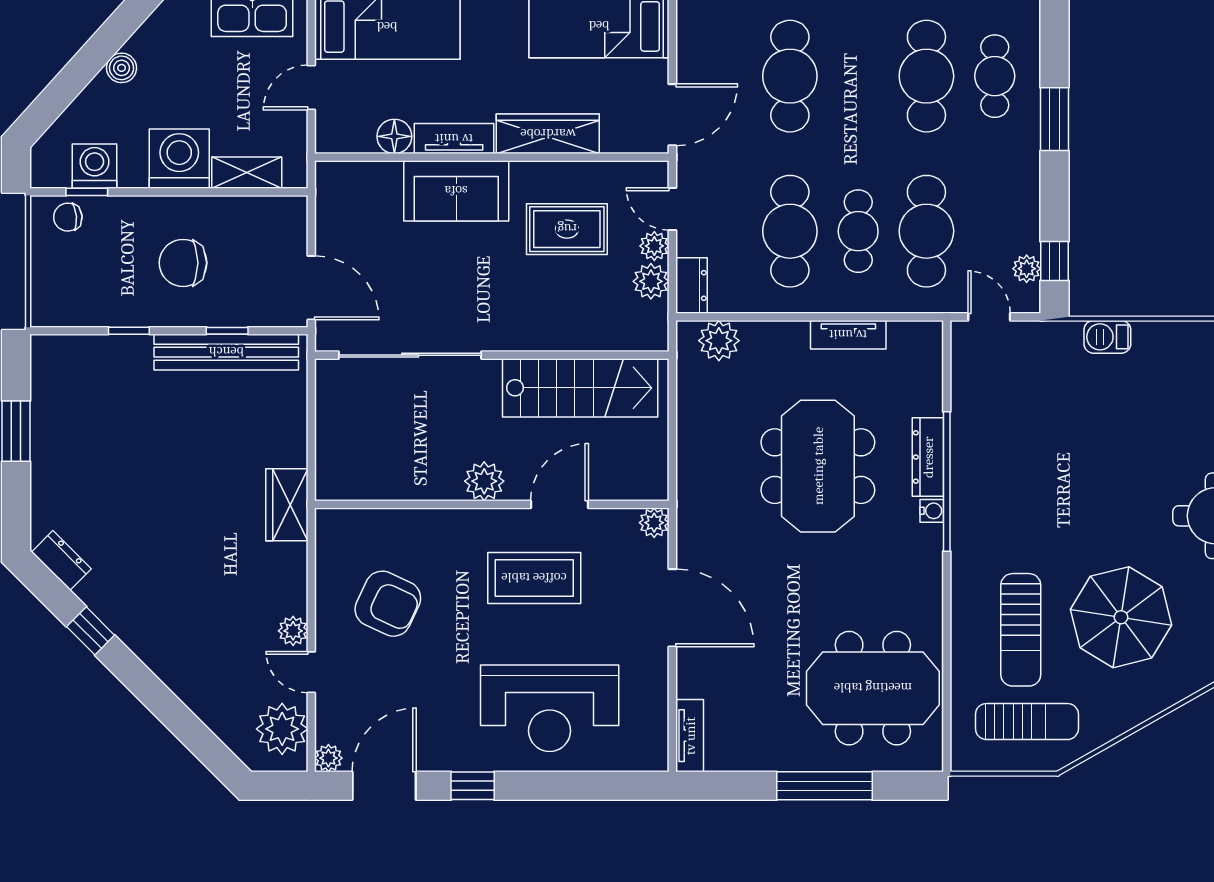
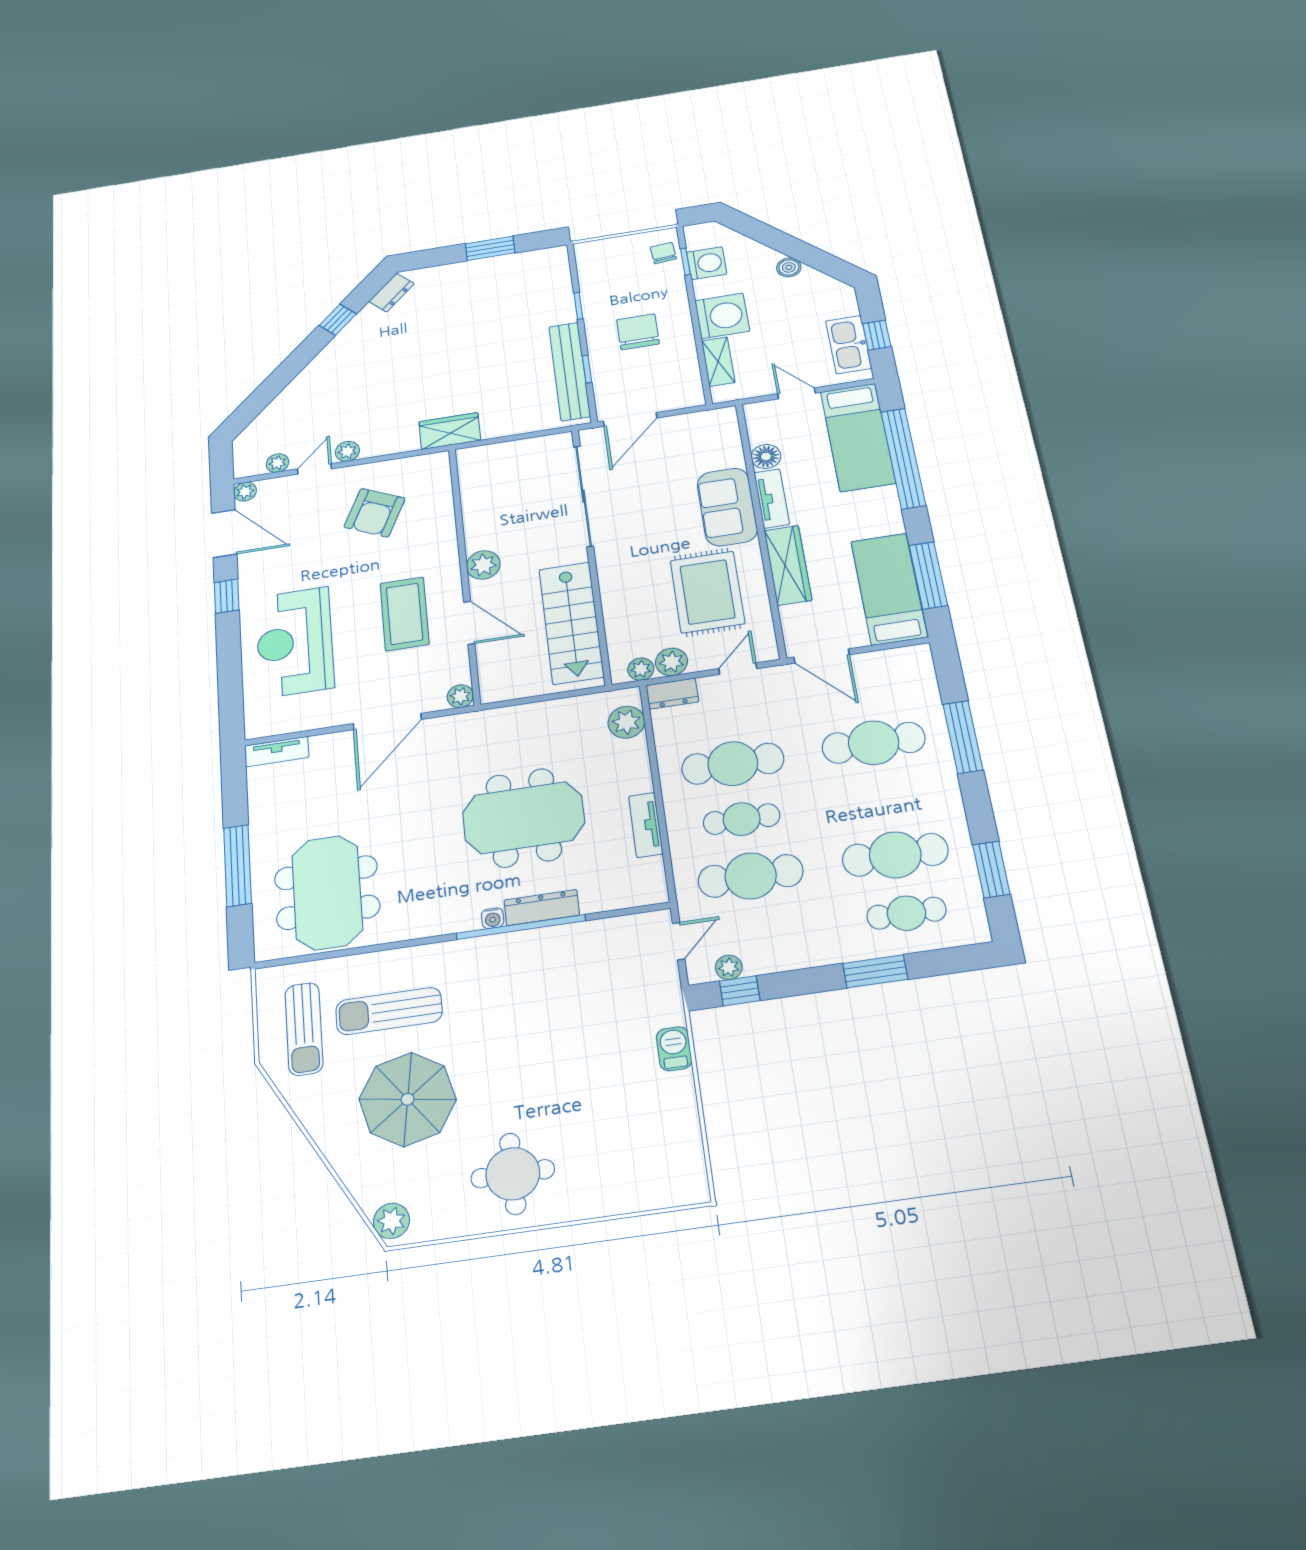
rug: (567, 229) -> (707, 592), width x1.36, depth x1.43
plant: (654, 246) -> (641, 669), moved
plant: (282, 729) -> (277, 463), width x0.53, depth x0.53

